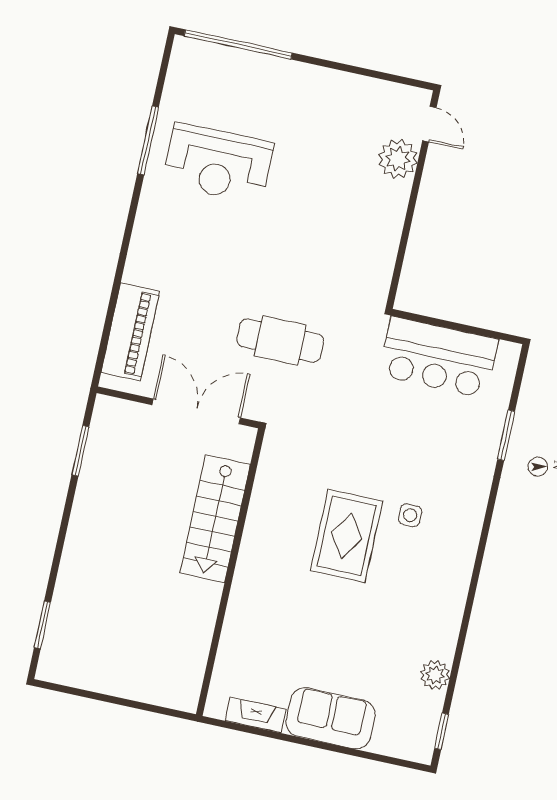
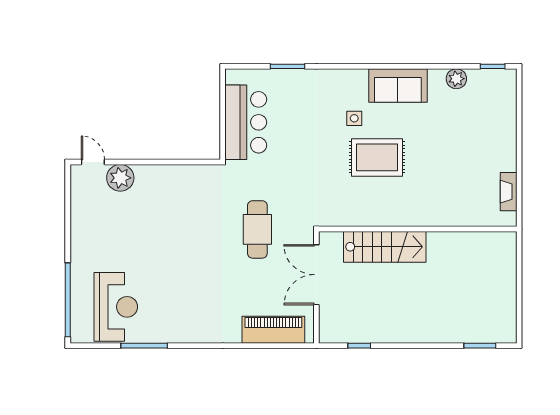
door: (429, 124) -> (93, 162), hinge flipped
reception desk: (218, 163) -> (116, 307), moved
window: (80, 451) -> (359, 346), width x0.67
sofa: (331, 718) -> (398, 86), moved, turned -90

